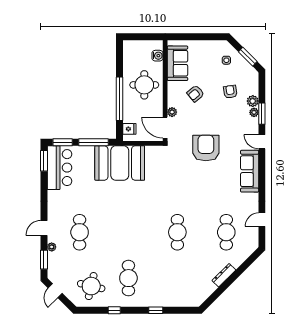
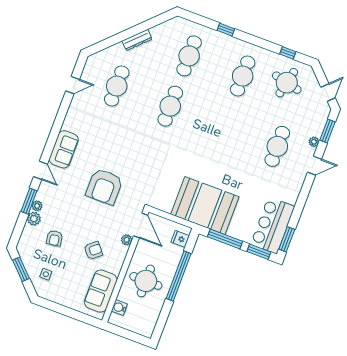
sofa: (250, 171) -> (64, 149), width x0.73
cafe table: (177, 278) -> (189, 56), added
window: (114, 310) -> (288, 53), moved

